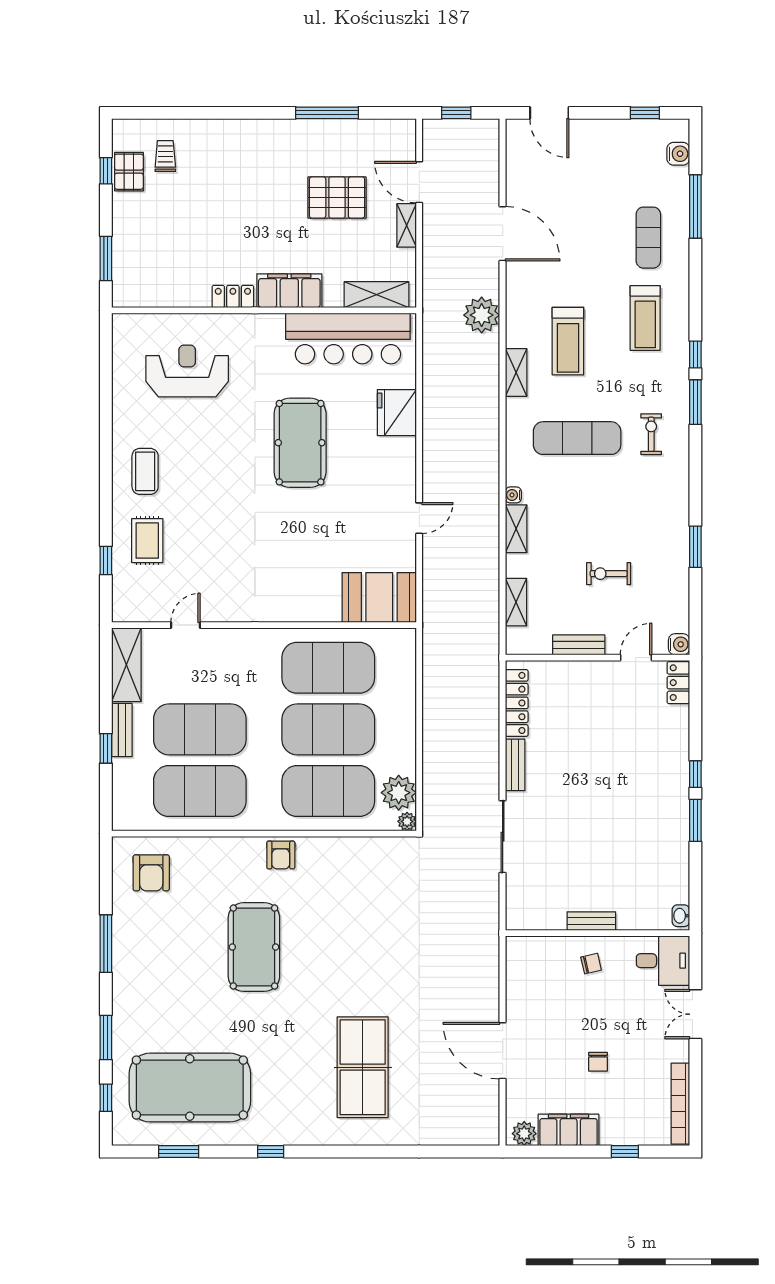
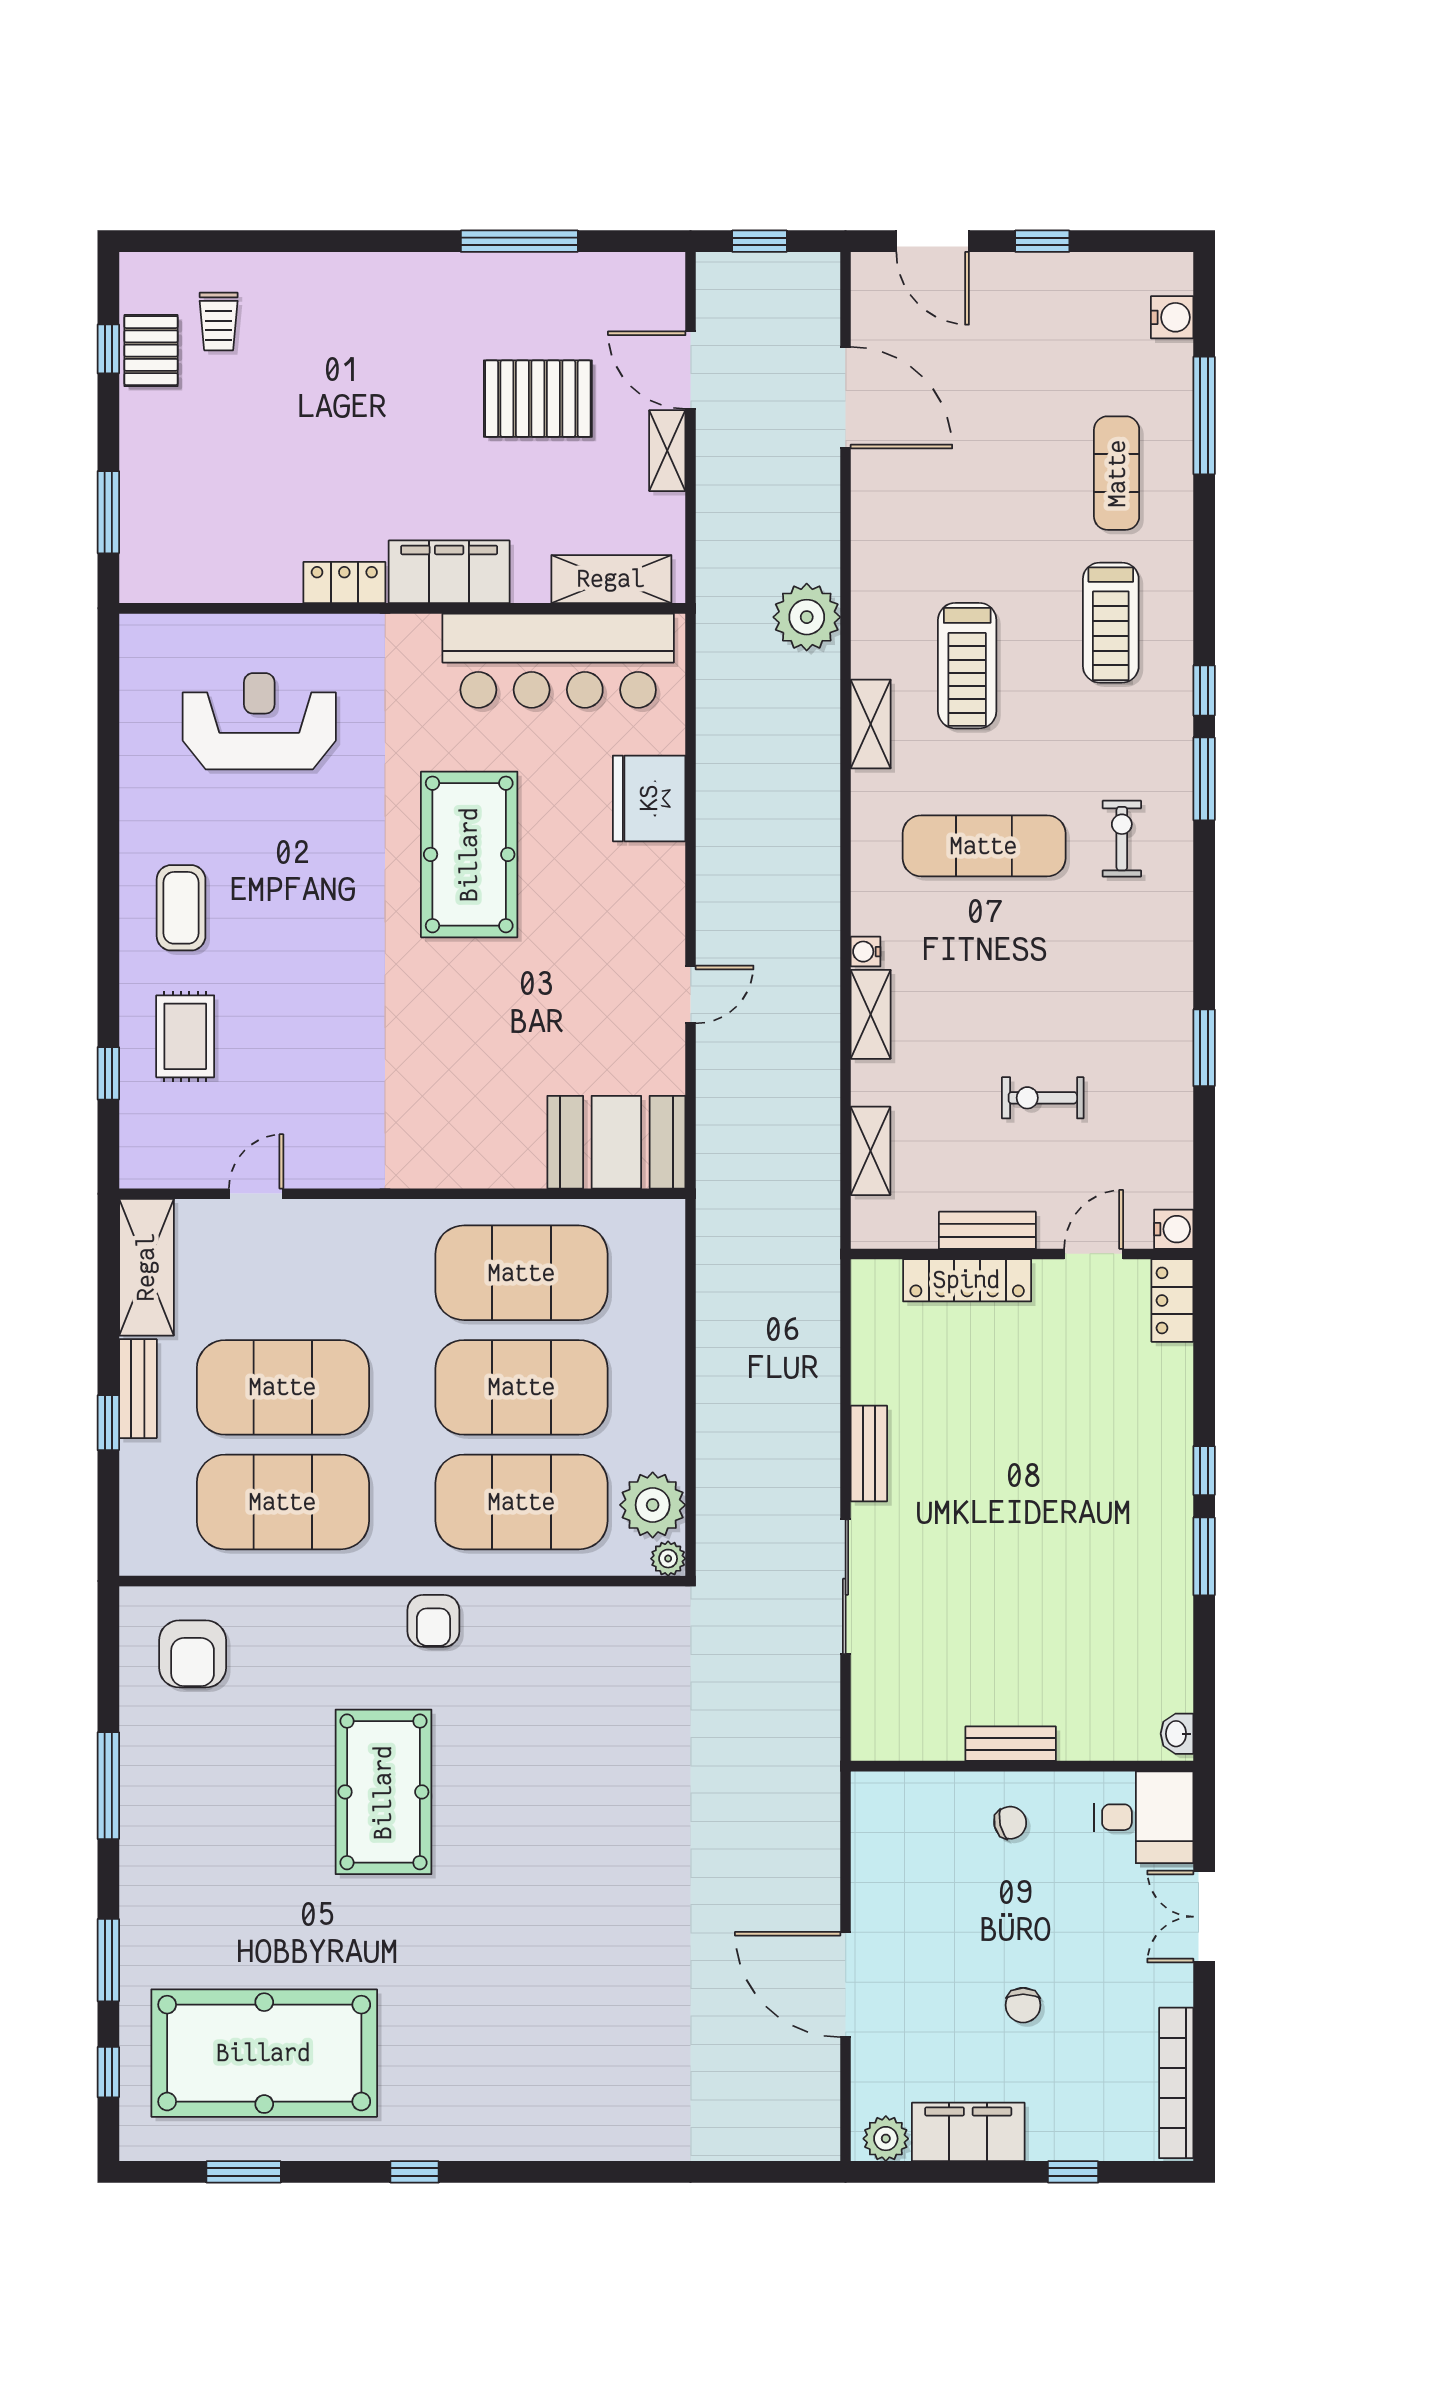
window: (645, 113) -> (1042, 241), moved
trolley: (165, 156) -> (219, 322), turned 180
door: (503, 234) -> (846, 398), moved
locker: (517, 703) -> (967, 1280), moved, turned 90
table tennis table: (363, 1067) -> (586, 2015), removed

